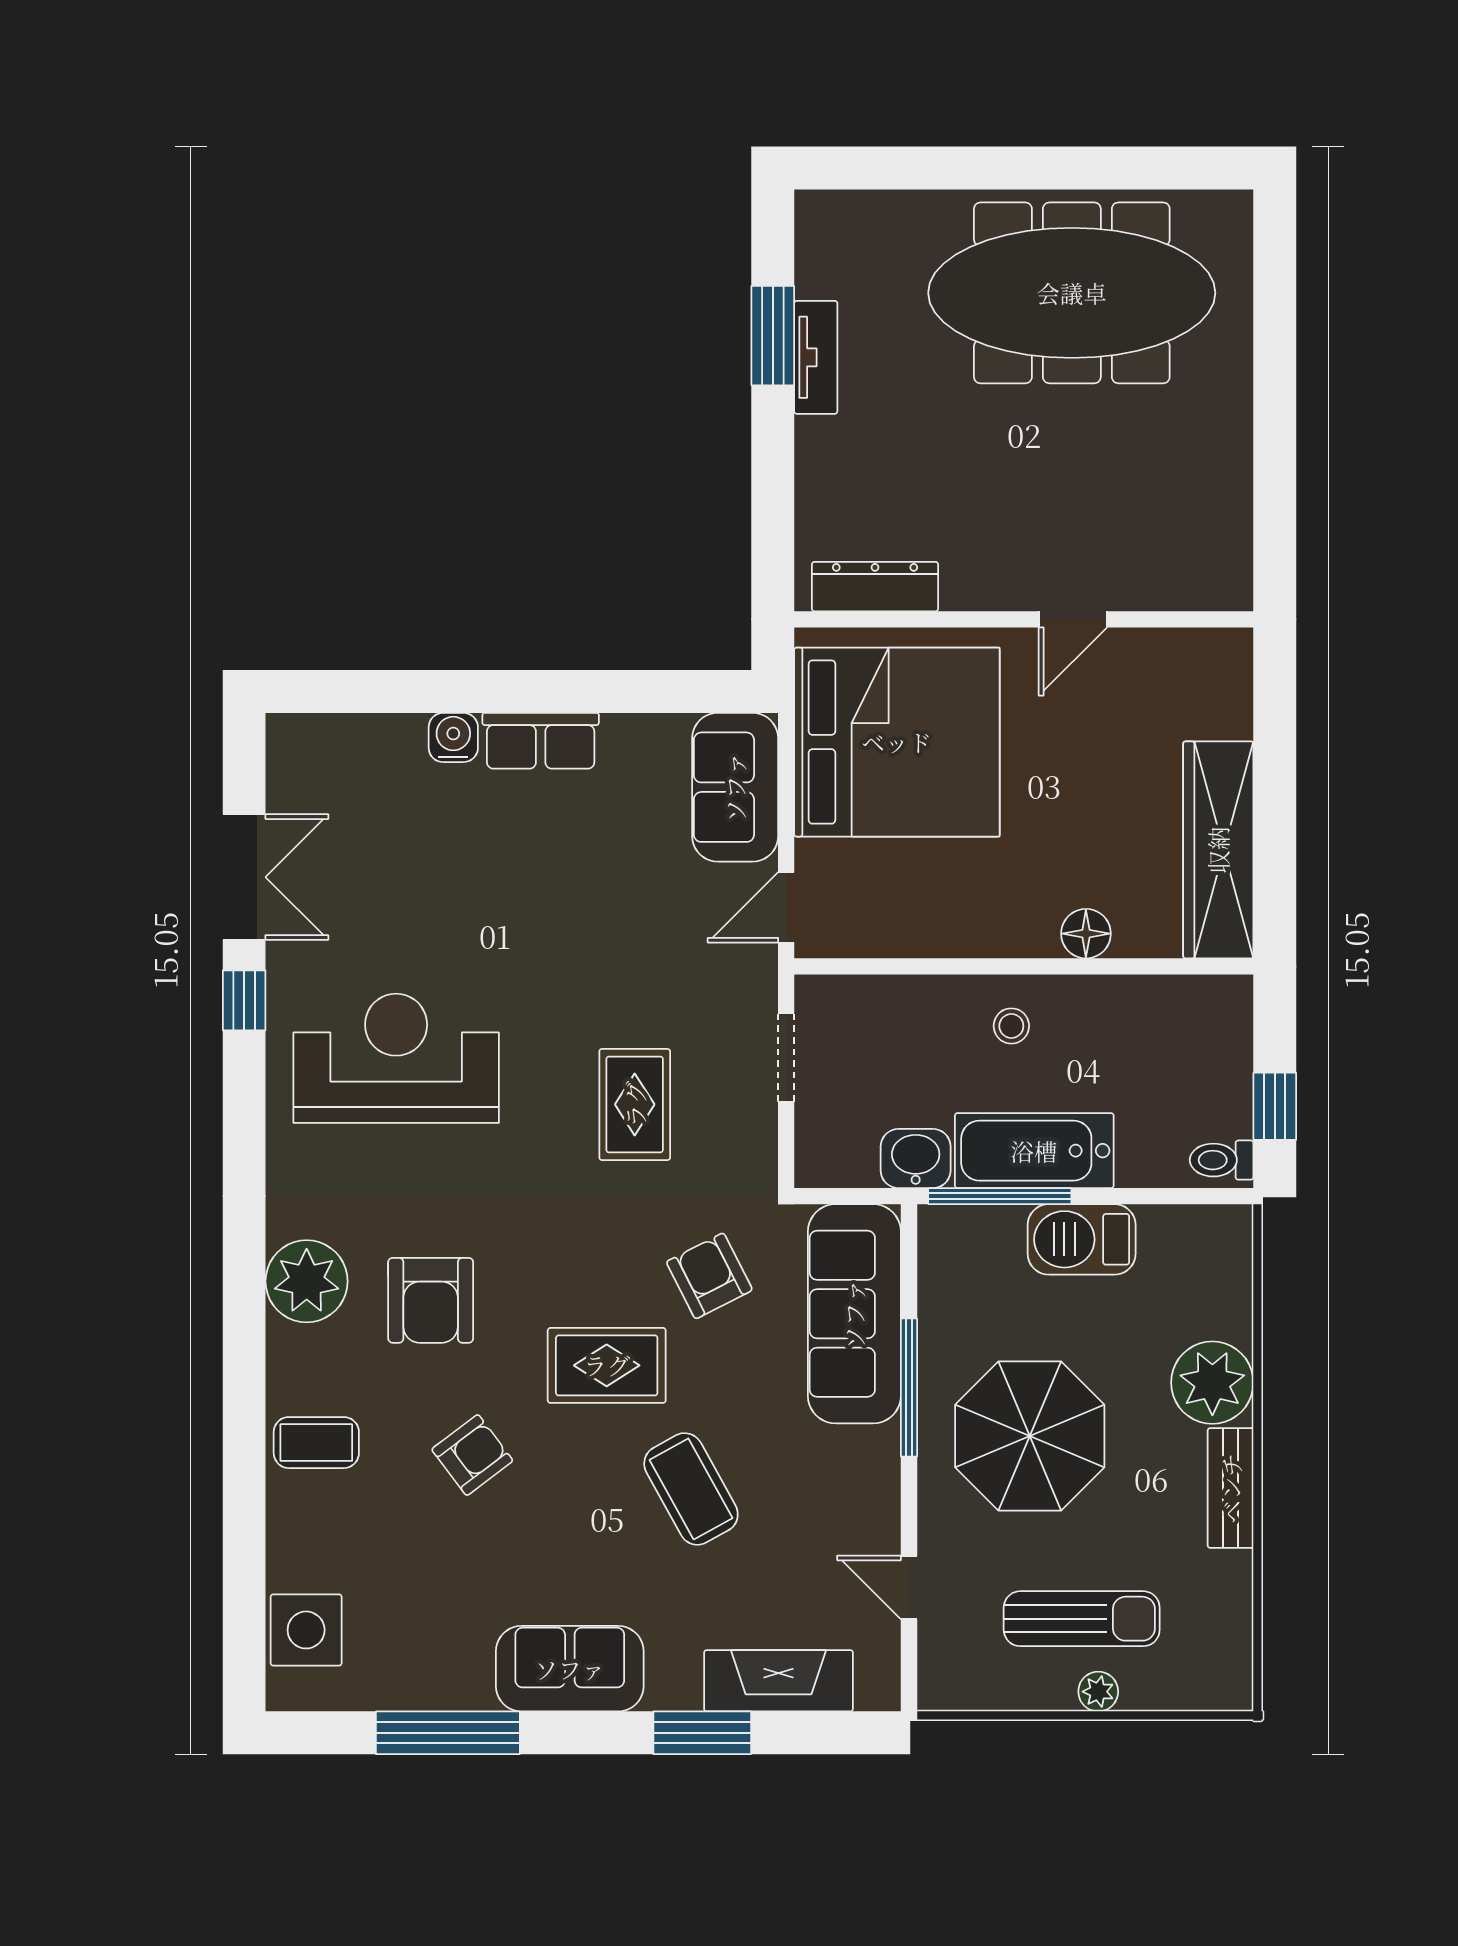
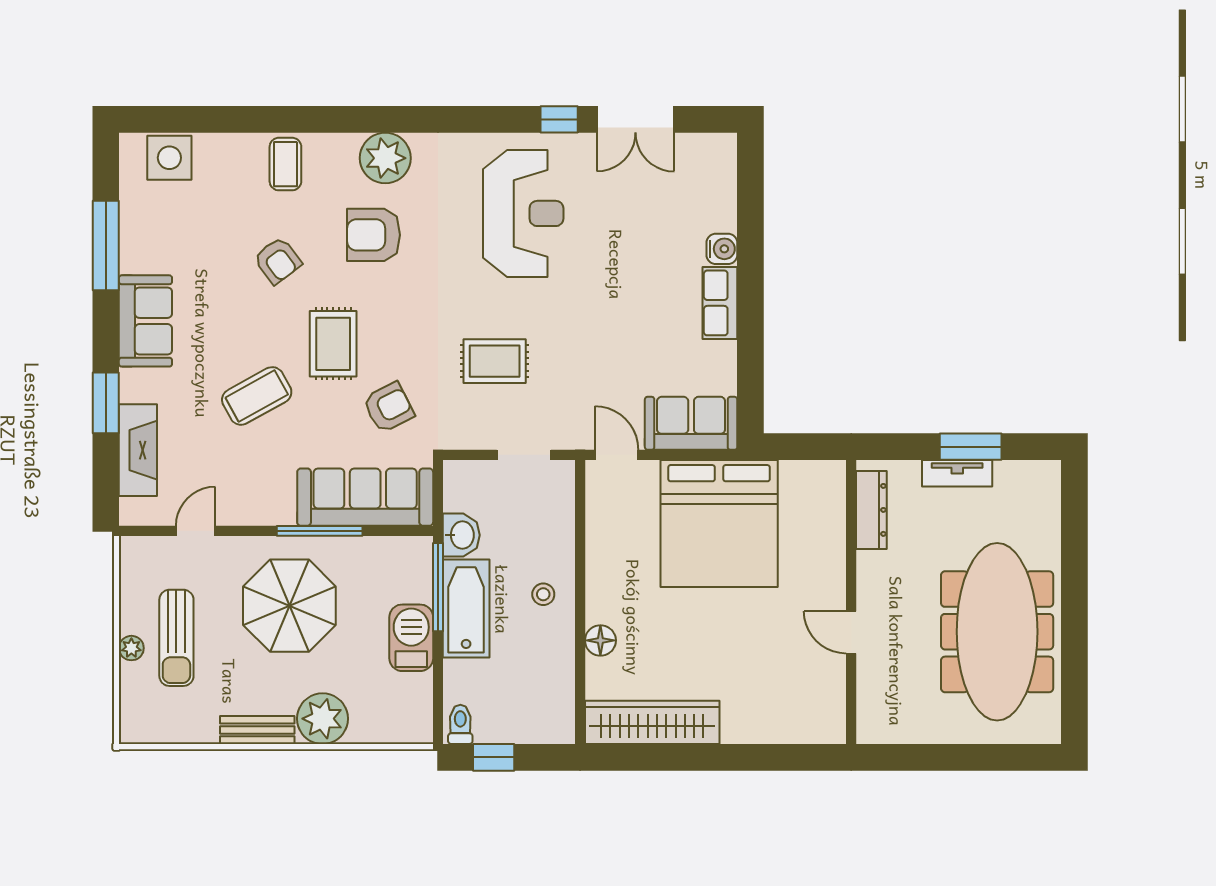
dresser: (875, 587) -> (871, 510), moved
wall: (1024, 619) -> (851, 602), moved
door: (1073, 619) -> (851, 632), moved

